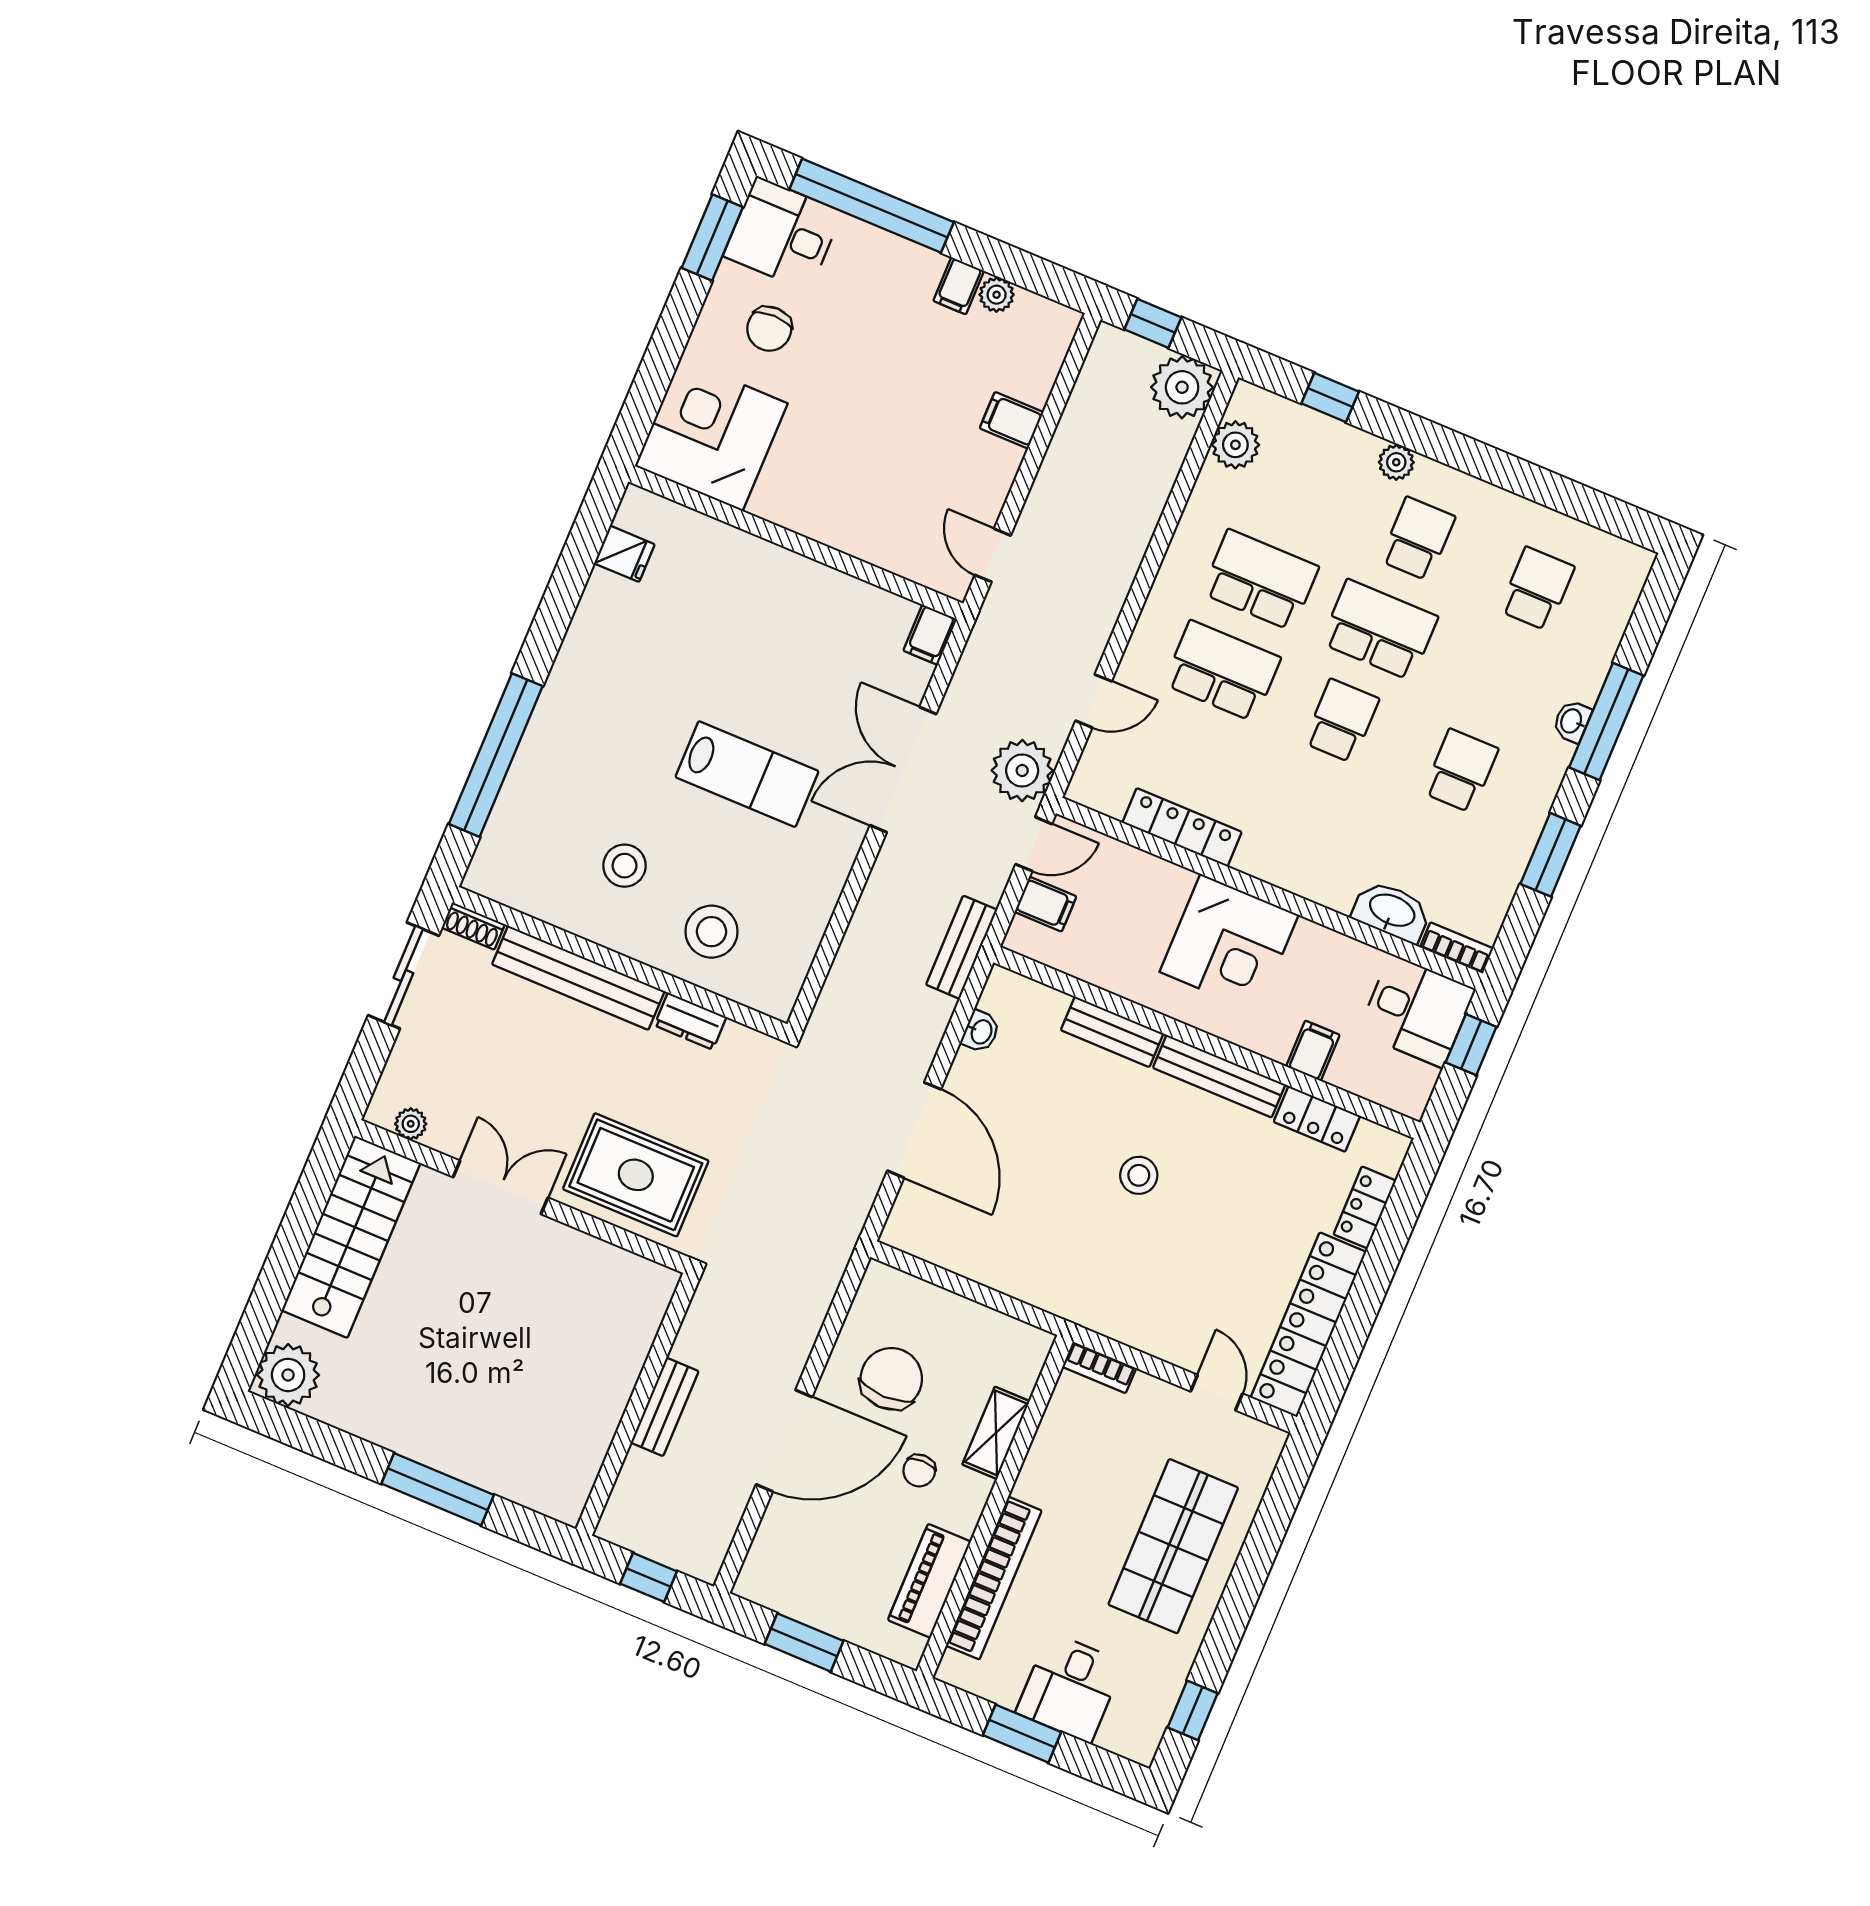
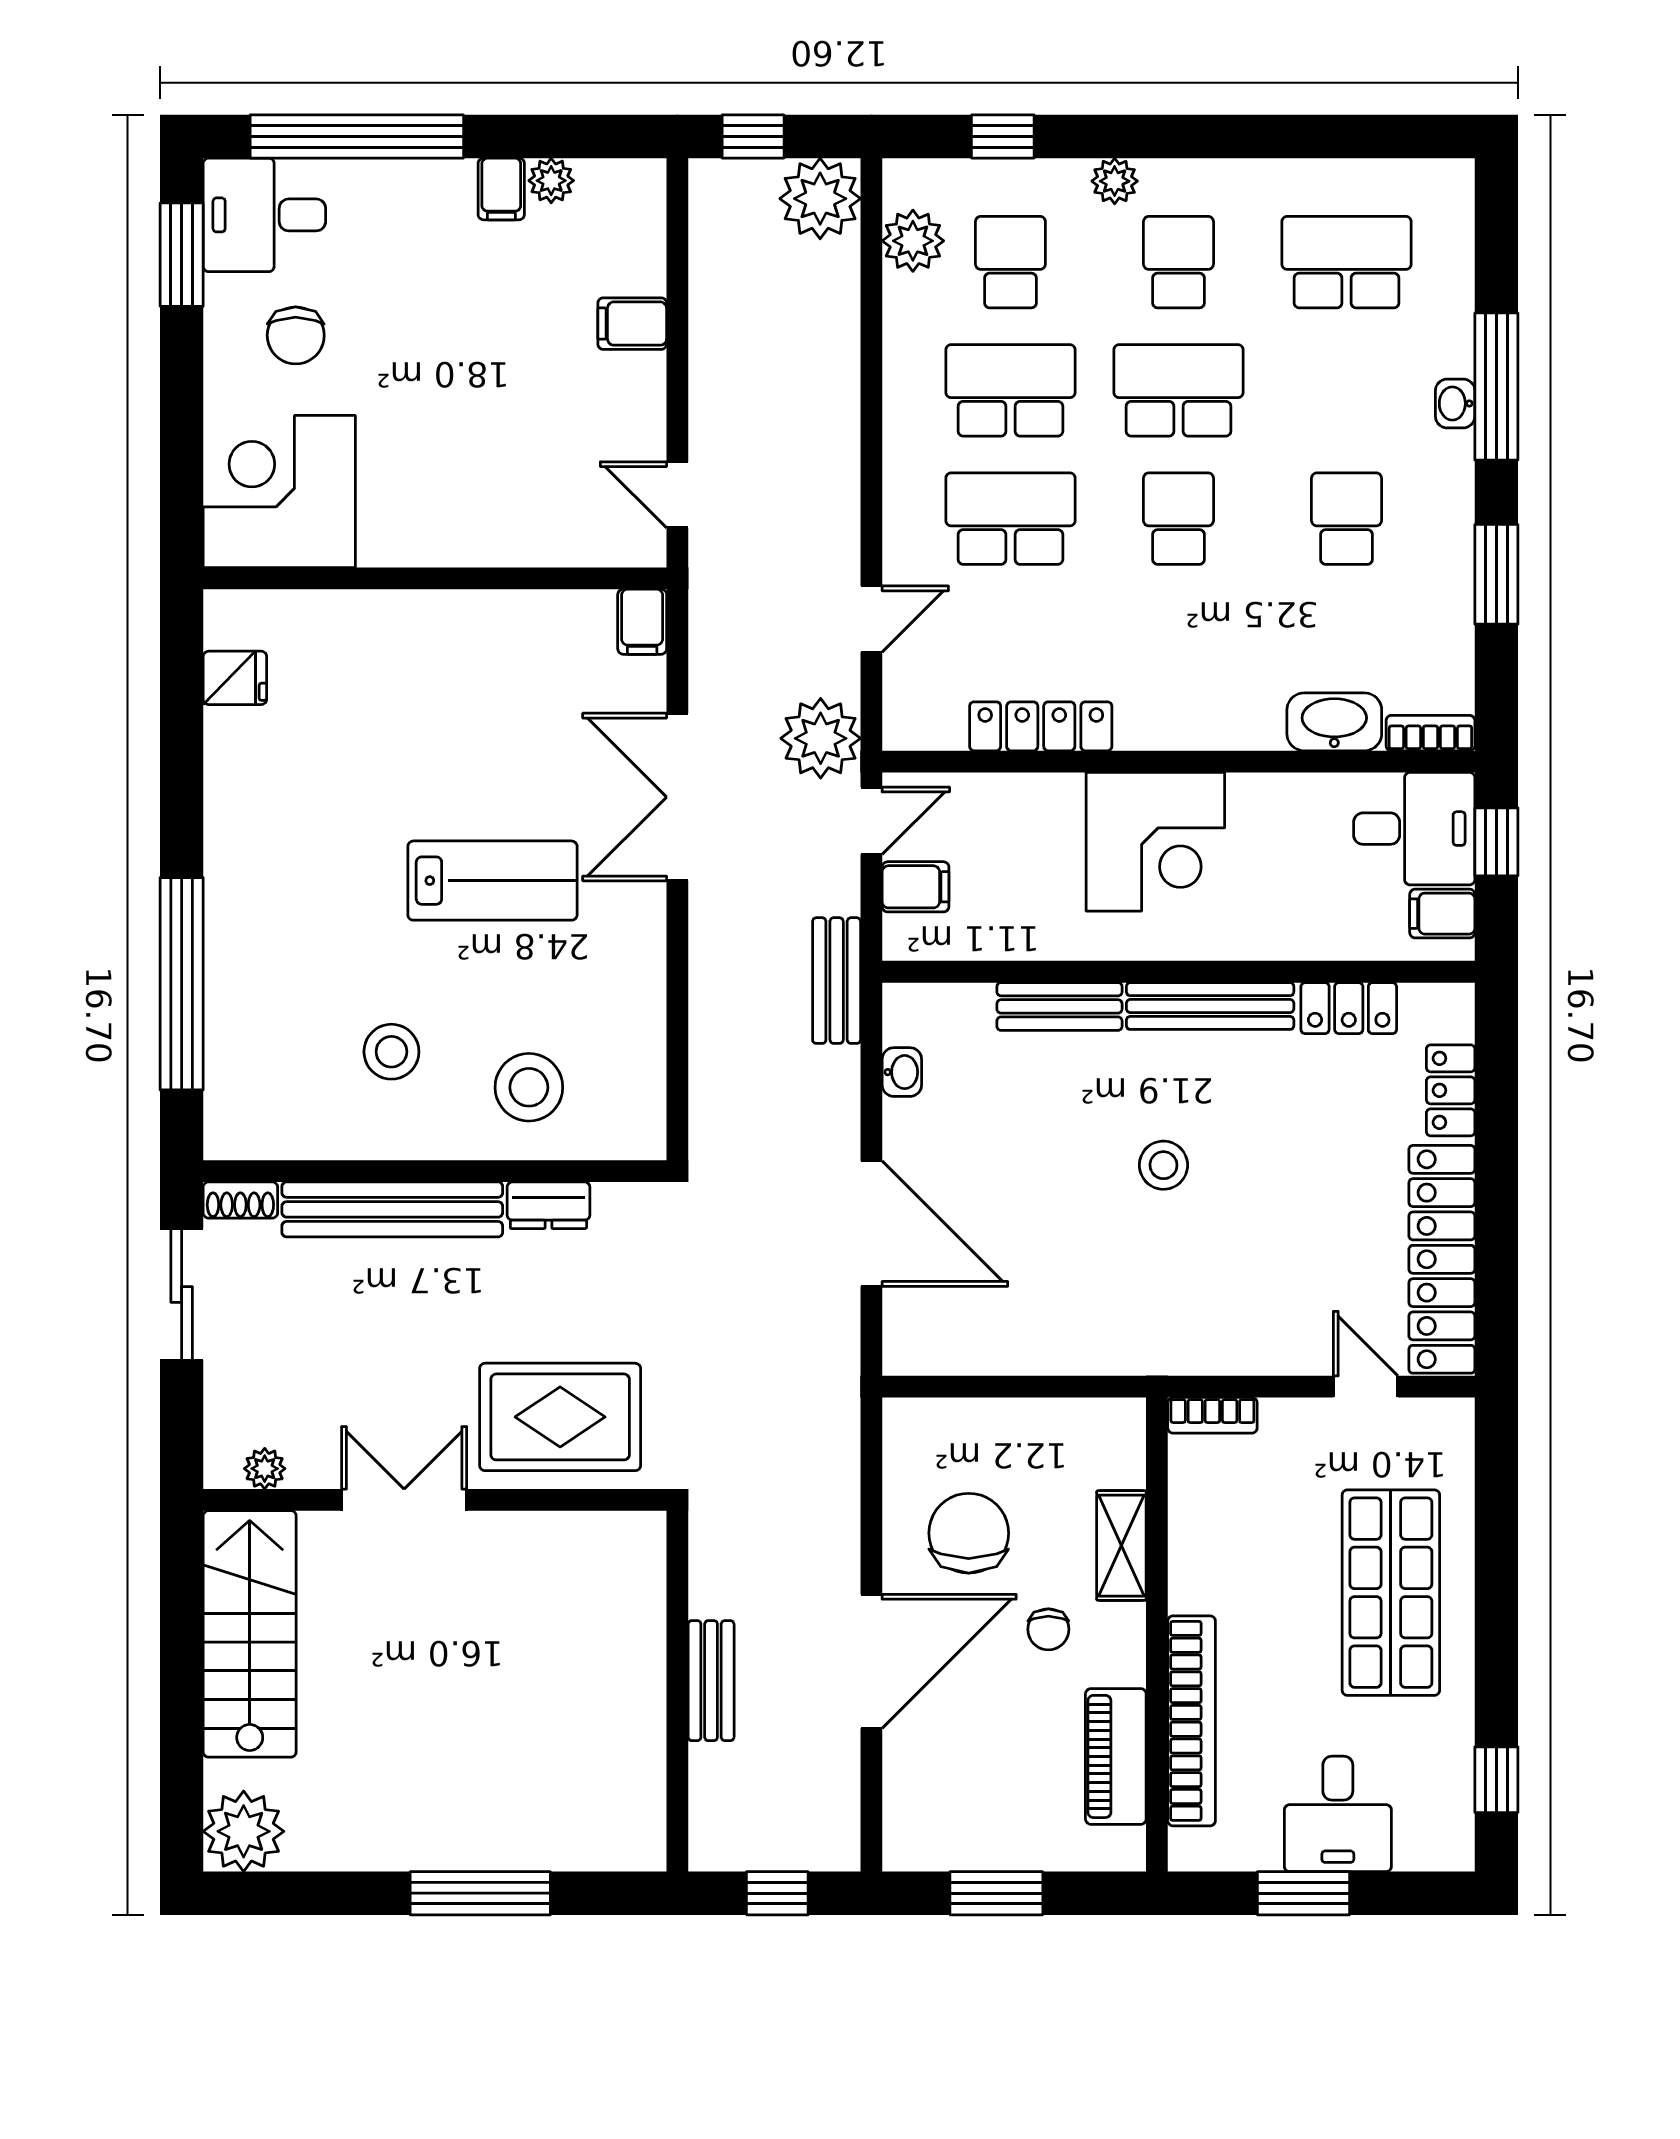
school desk: (1298, 489) -> (1010, 262), added
school desk: (1537, 589) -> (1347, 262), width x1.85
filing cabinet: (1313, 1051) -> (1442, 914), moved, turned -90

